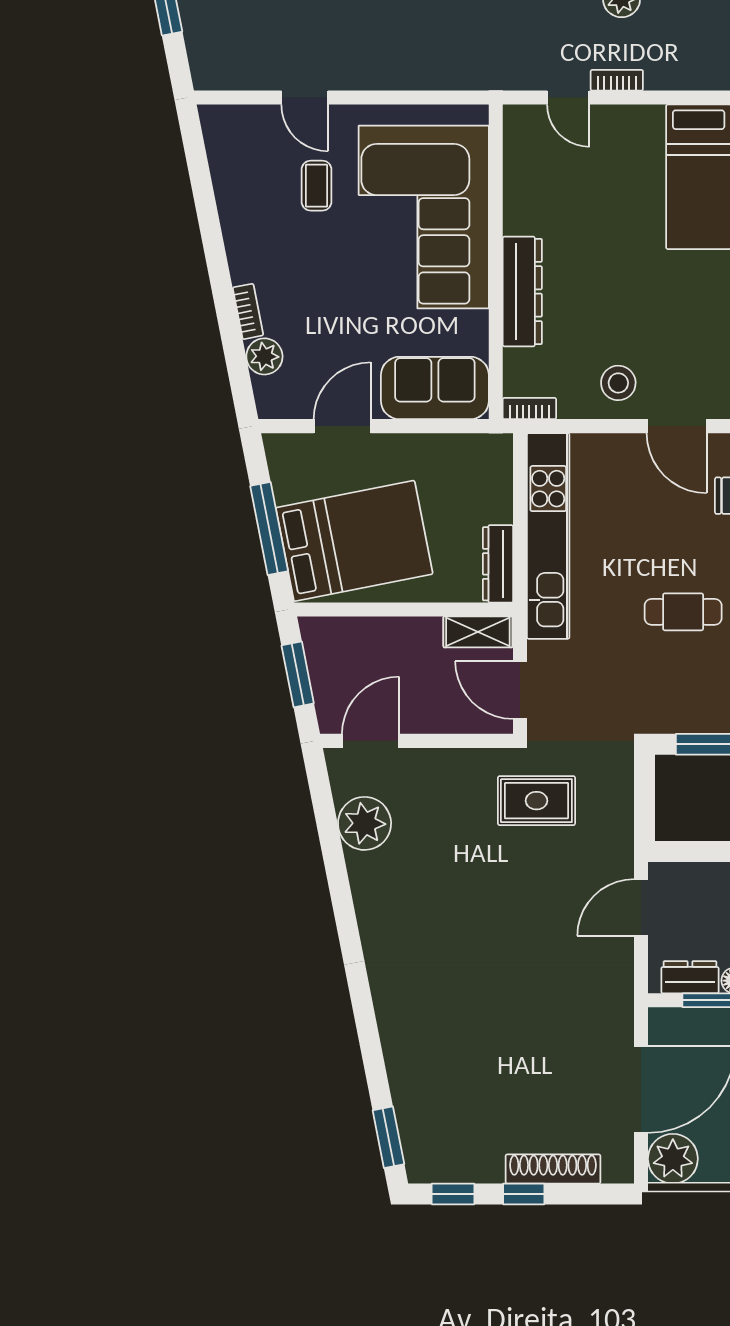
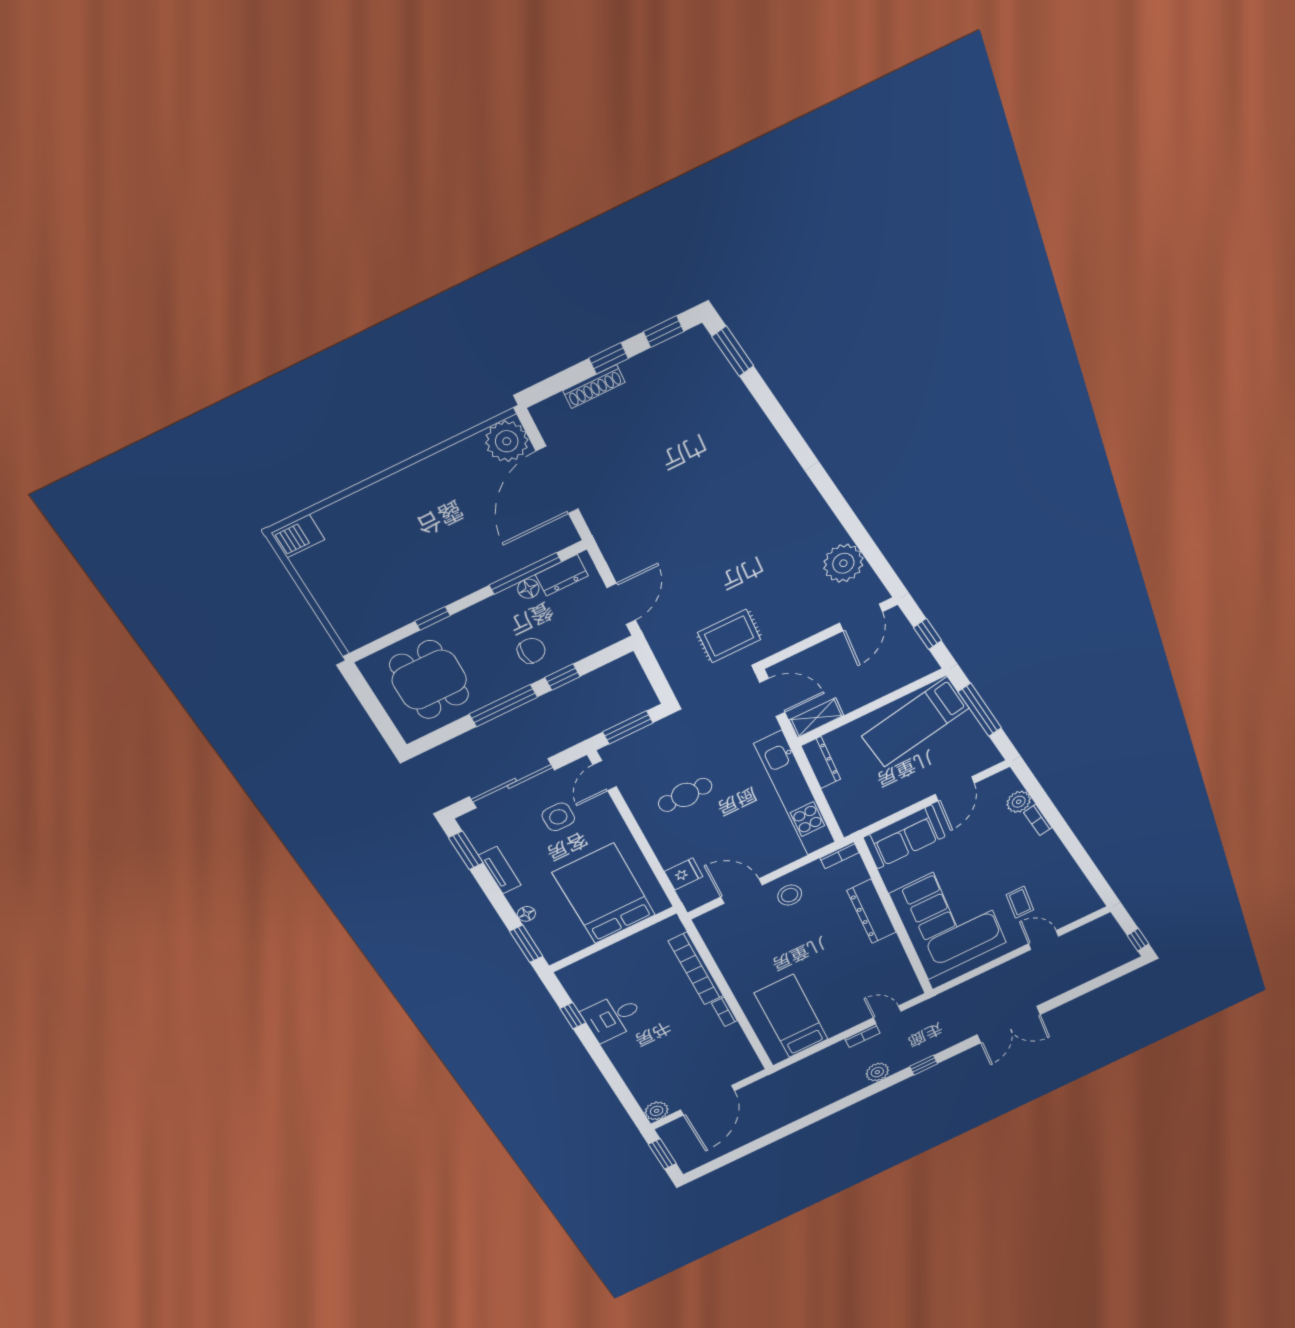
bed: (354, 541) -> (916, 722), width x0.67
window: (298, 674) -> (928, 634), width x0.67
shoe rack: (553, 1169) -> (594, 387), width x0.74, depth x0.81

